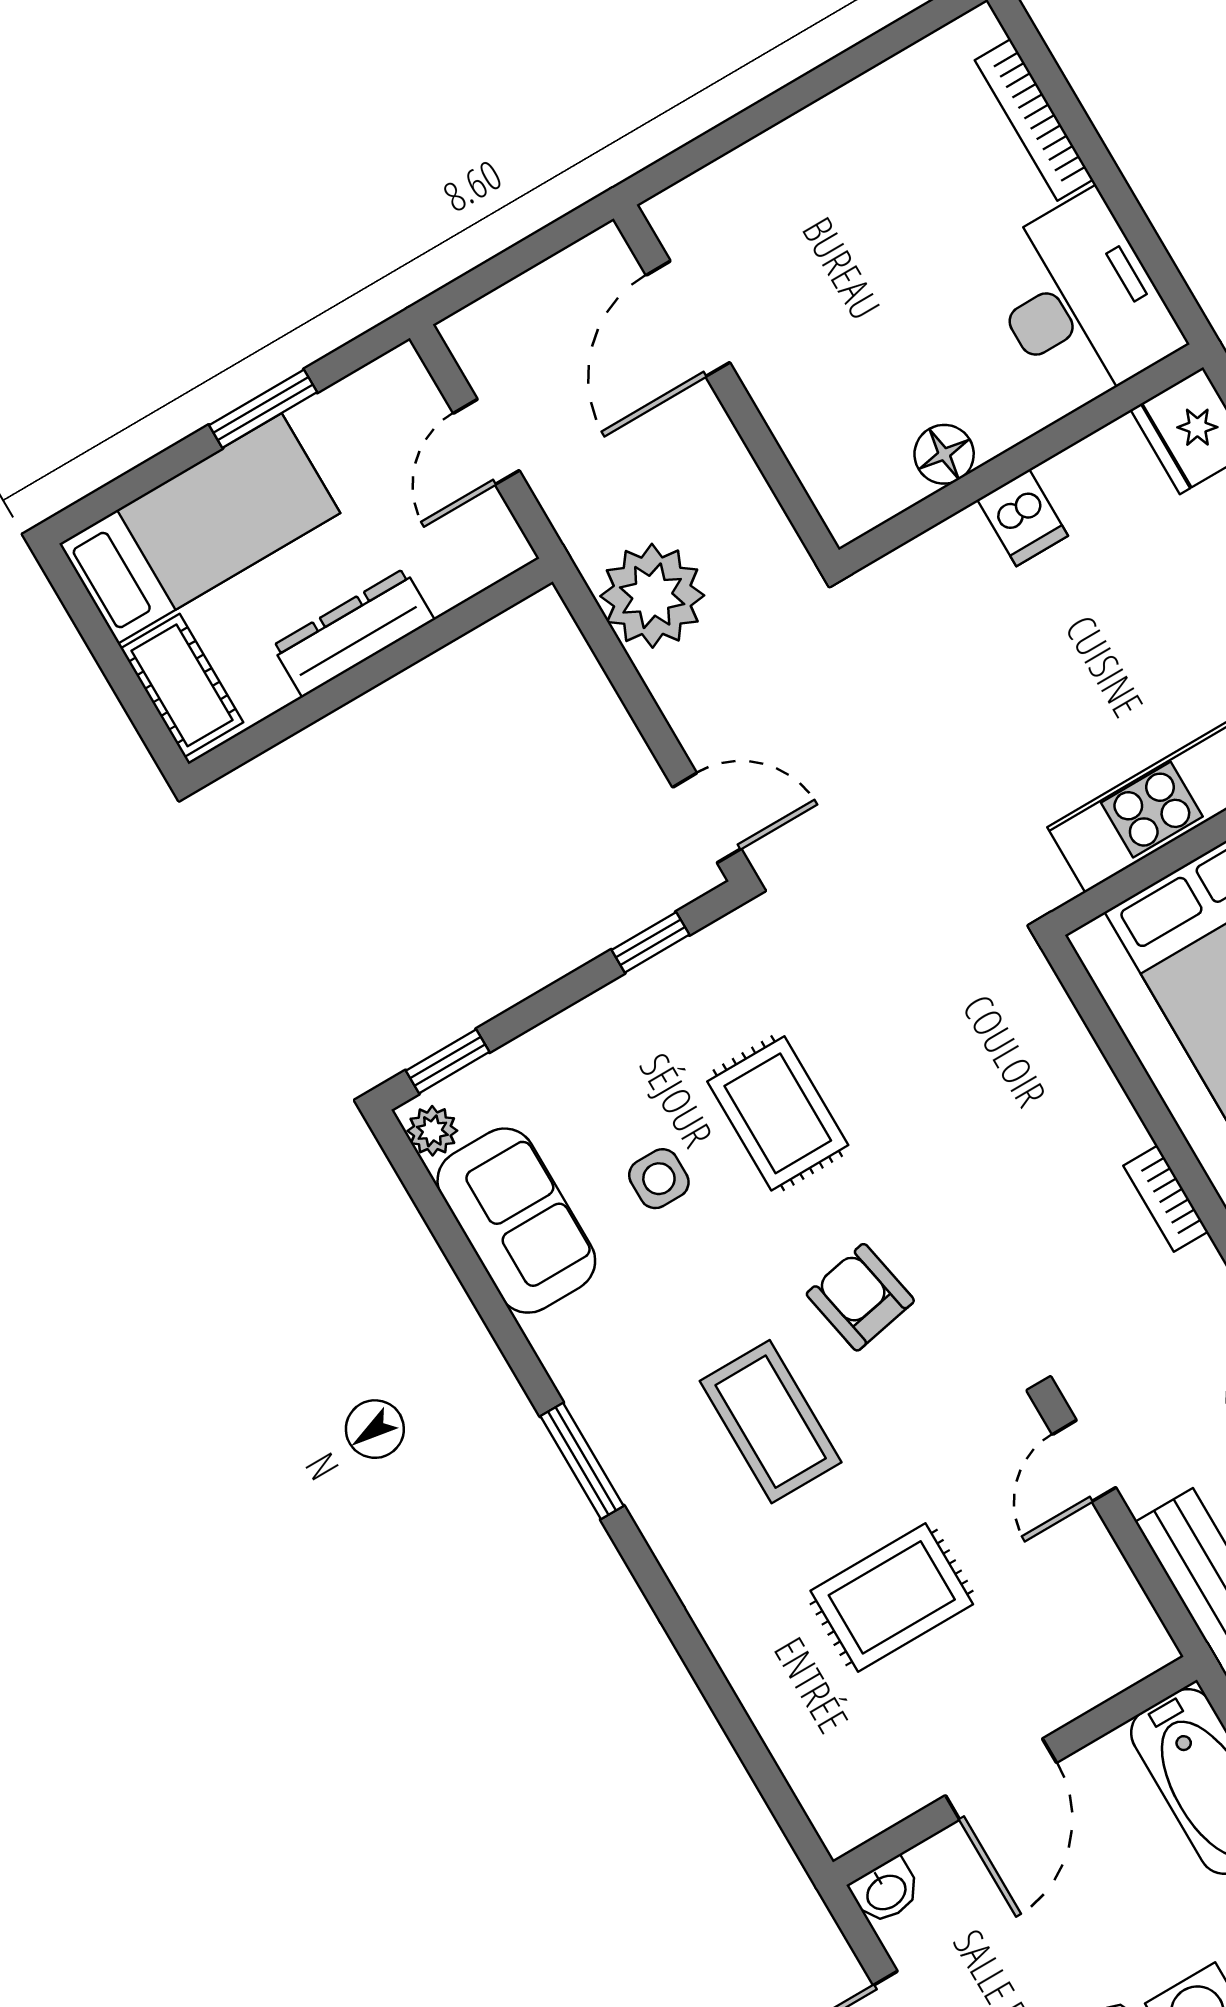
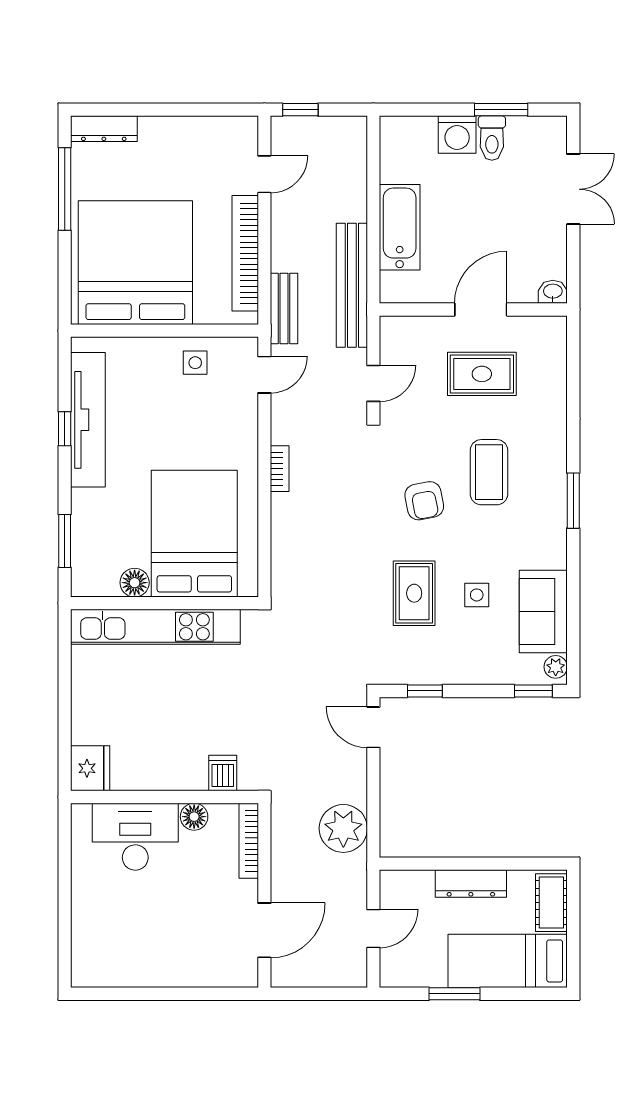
bookcase: (1034, 120) -> (249, 841), moved, turned 180
desk: (1080, 301) -> (135, 837), moved, turned 90
dishwasher: (1023, 518) -> (223, 773), moved
wall: (1015, 1771) -> (473, 309), moved
door: (1001, 1779) -> (481, 309), moved
washbasin: (886, 1891) -> (553, 292), moved

